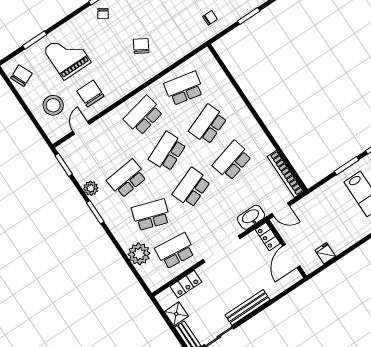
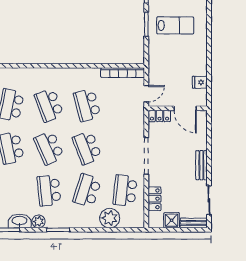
washbasin: (251, 217) -> (20, 221), moved, turned 90
bench: (248, 307) -> (201, 165), width x0.73

